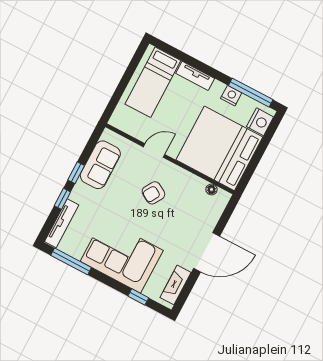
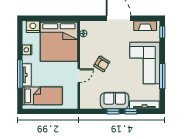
window: (251, 93) -> (20, 74), moved
door: (154, 151) -> (79, 76), swing flipped
sofa: (100, 165) -> (115, 101), moved
window: (71, 261) -> (162, 76), moved
window: (138, 297) -> (162, 32), moved

